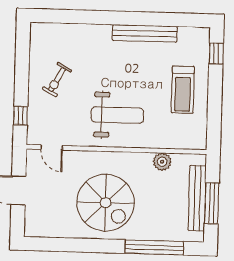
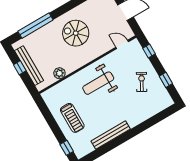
window: (22, 62) -> (166, 80), added
treadmill: (183, 90) -> (72, 118), turned 180
spiral stairs: (106, 203) -> (76, 33), width x0.73, depth x0.73
window: (212, 203) -> (20, 68), width x0.46

